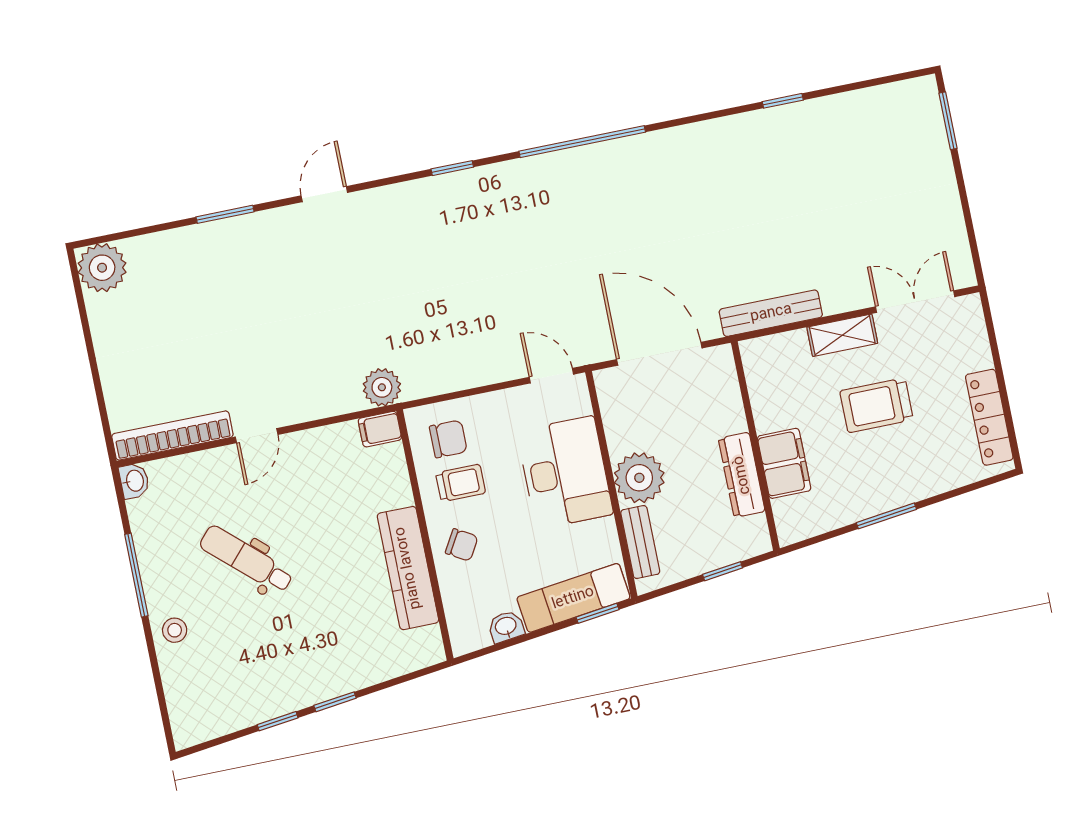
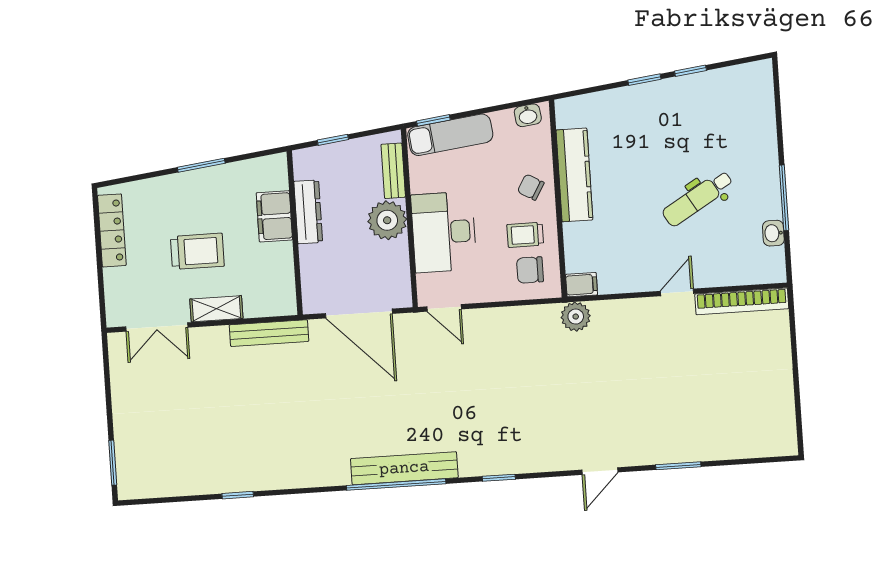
bench: (575, 164) -> (404, 468), added
plant: (102, 268) -> (778, 438), removed
washbasin: (134, 481) -> (773, 233), moved
dental chair: (246, 559) -> (698, 198), turned 107
washbasin: (506, 627) -> (528, 115), moved
stool: (175, 630) -> (760, 151), removed

